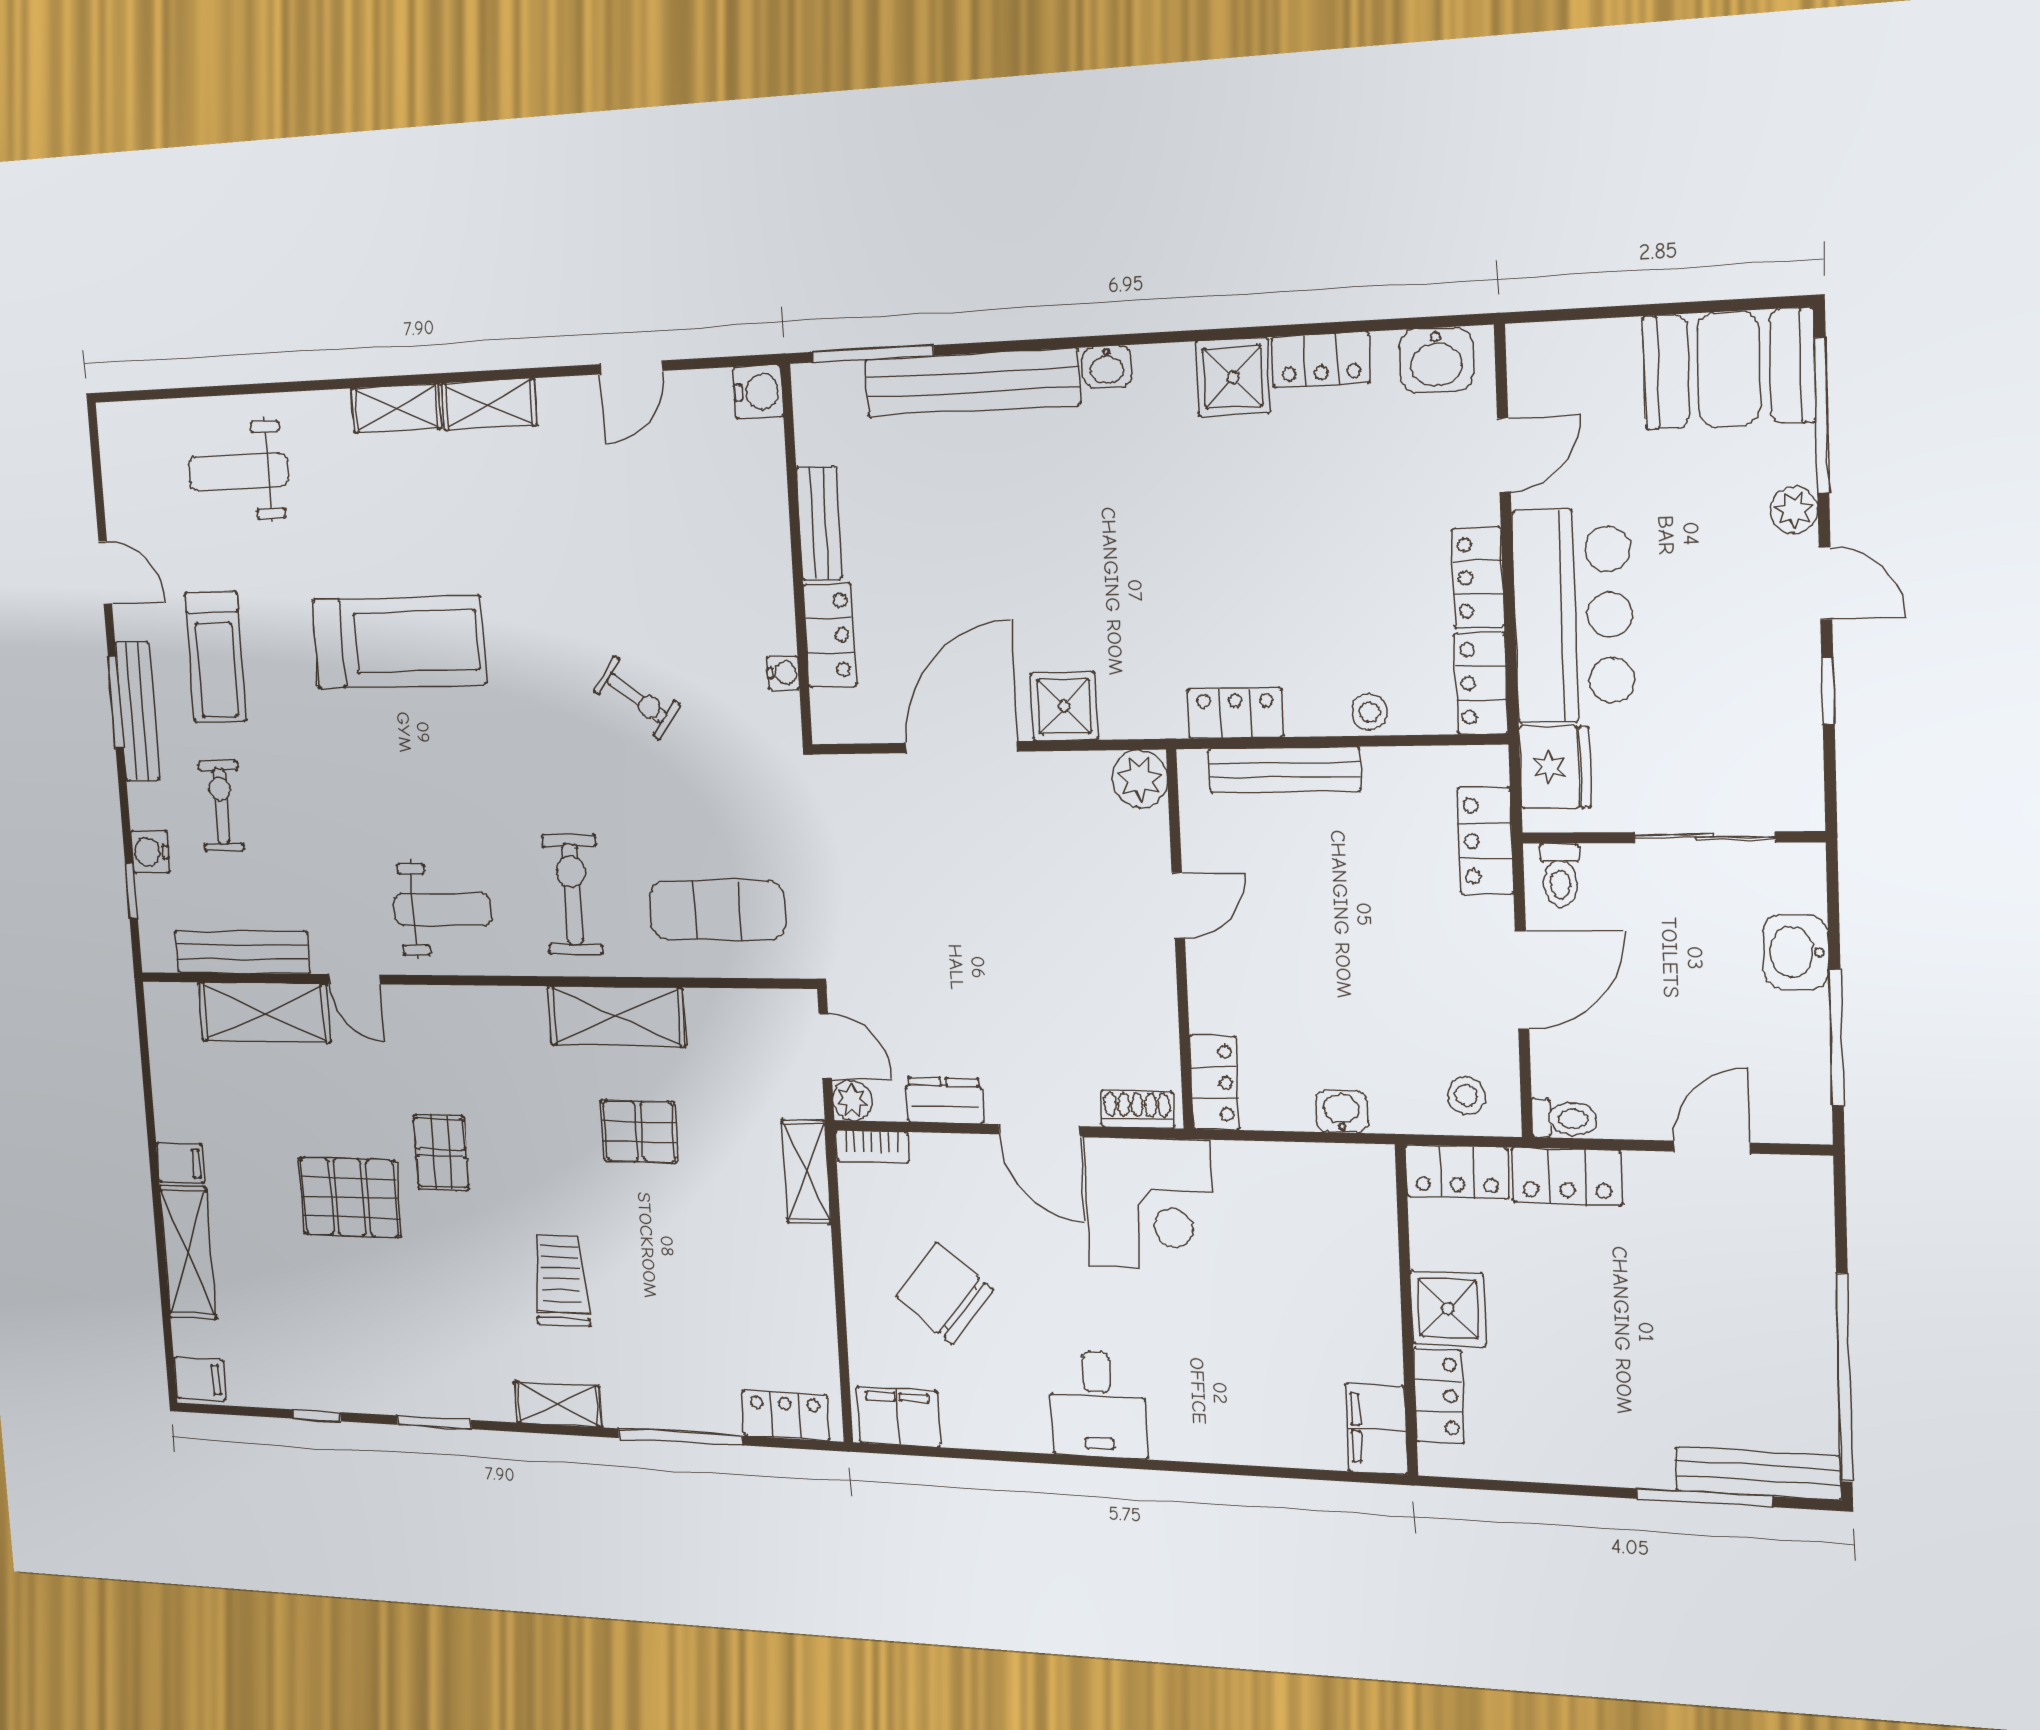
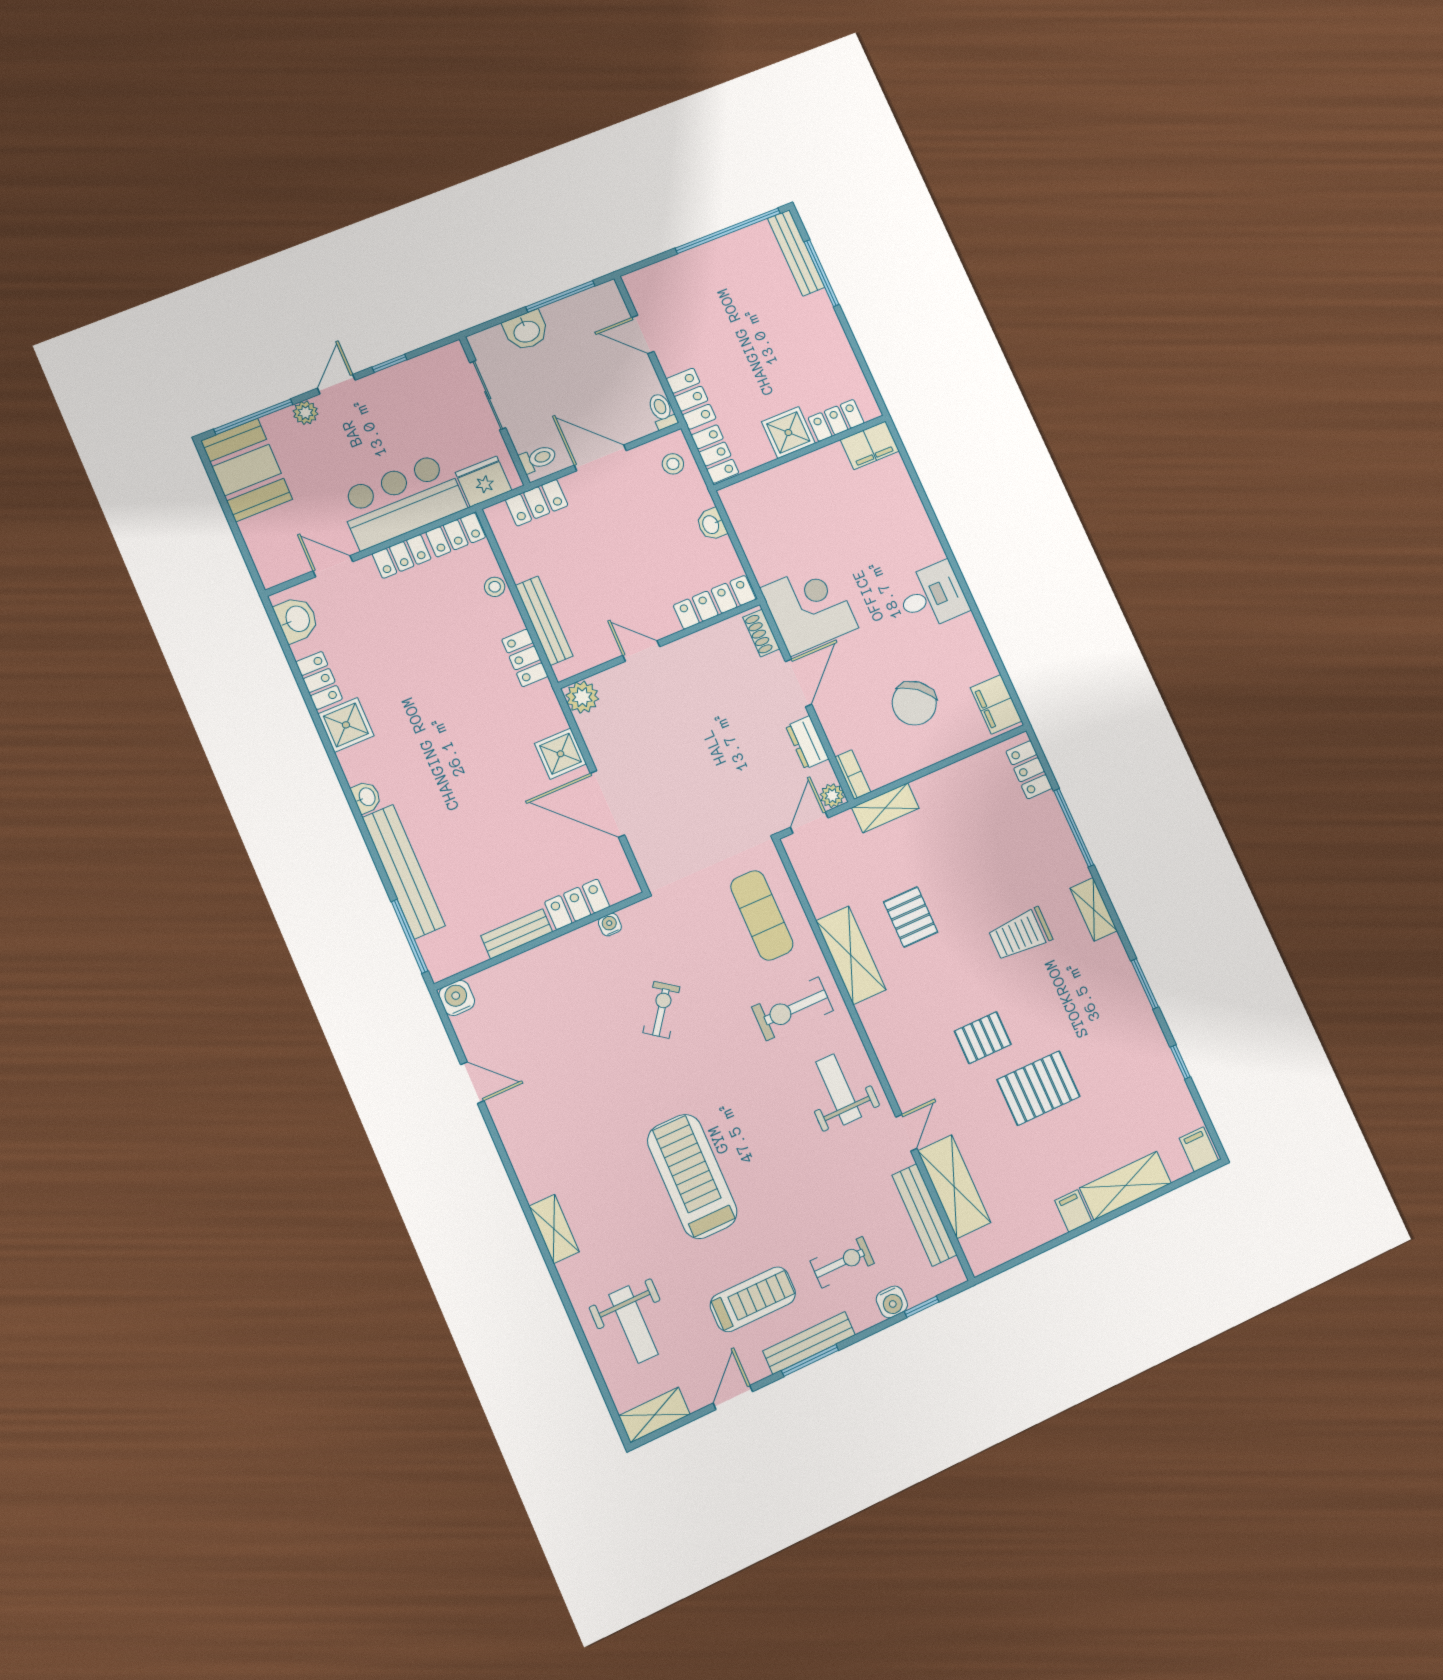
shelving: (489, 404) -> (654, 1415), moved, turned 90
exercise bike: (221, 806) -> (842, 1262), turned 180
locker: (1214, 1083) -> (715, 602), width x1.53
pallet: (350, 1197) -> (1038, 1088), turned 90

